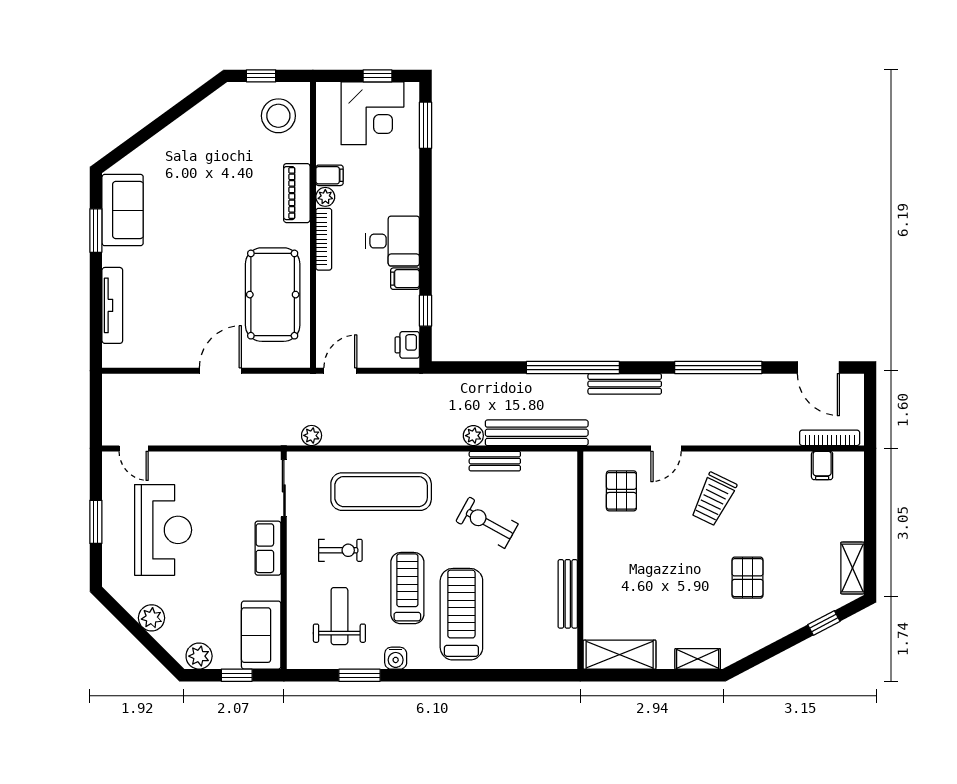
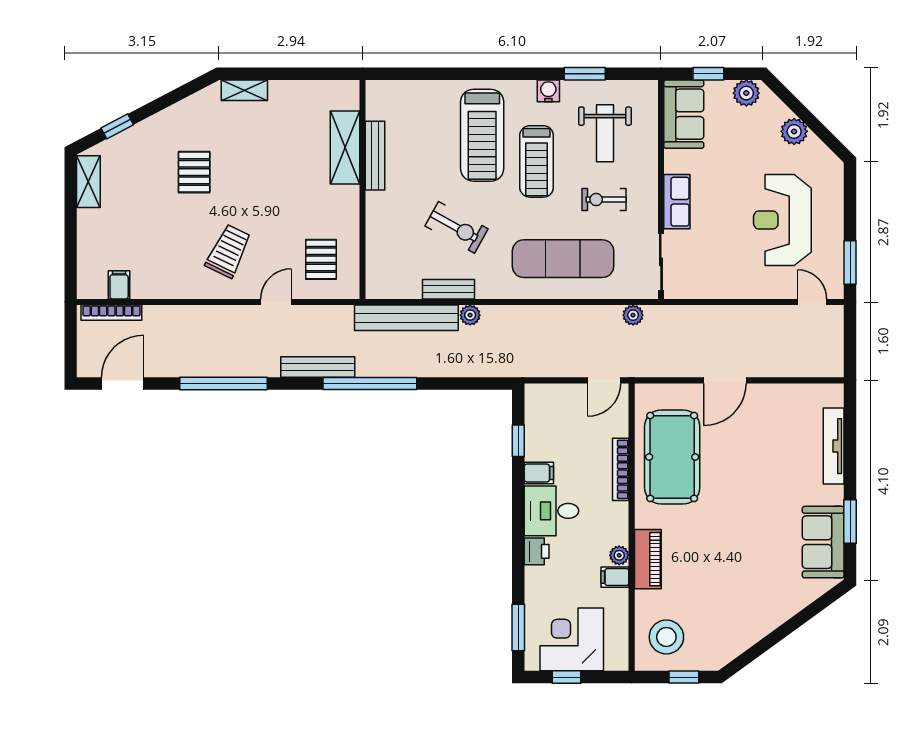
bookcase: (324, 239) -> (621, 469), moved
printer: (407, 345) -> (537, 551), moved
door: (818, 368) -> (123, 384), hinge flipped
window: (96, 522) -> (850, 263), moved
shelving: (620, 655) -> (345, 148), moved, turned 90

